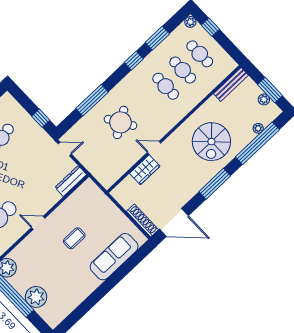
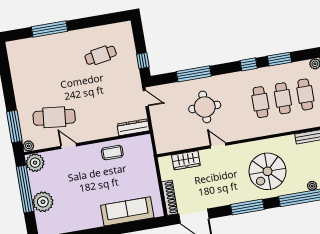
round table: (121, 122) -> (205, 107), turned 32
wardrobe: (145, 170) -> (186, 160), moved
door: (38, 223) -> (69, 146), moved
coffee table: (74, 238) -> (112, 153), moved

